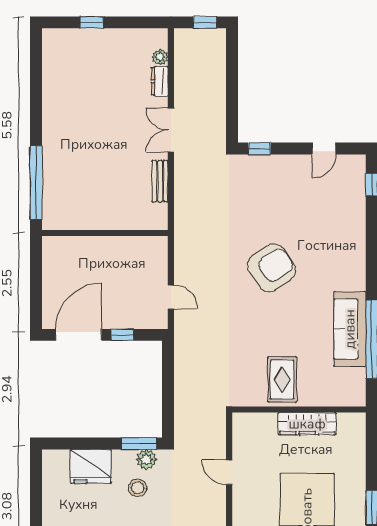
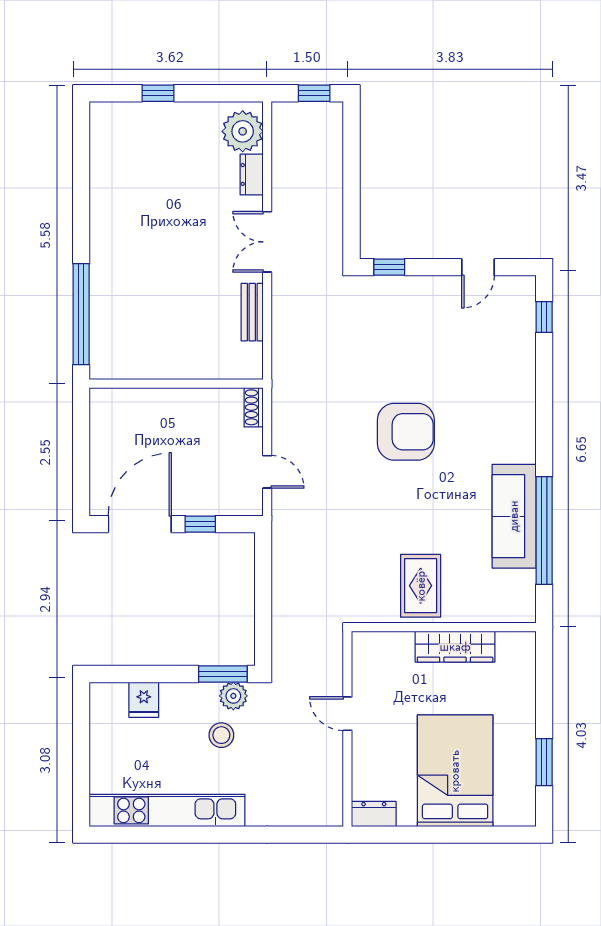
plant: (160, 57) -> (243, 131), width x1.87, depth x1.87
shoe rack: (161, 250) -> (254, 407), added
armchair: (271, 268) -> (406, 432), turned 33
fridge: (91, 466) -> (144, 700), width x0.53, depth x0.75

